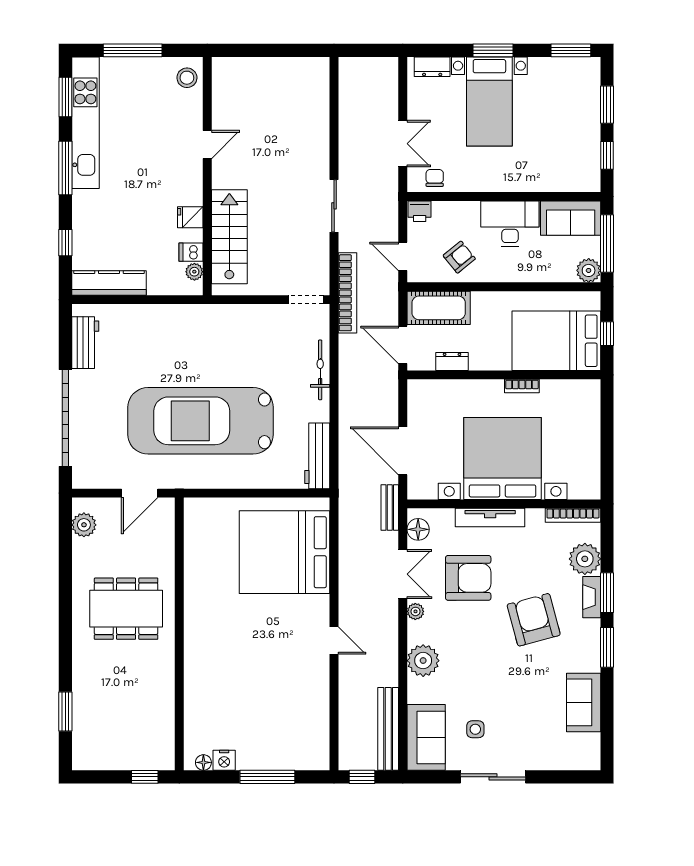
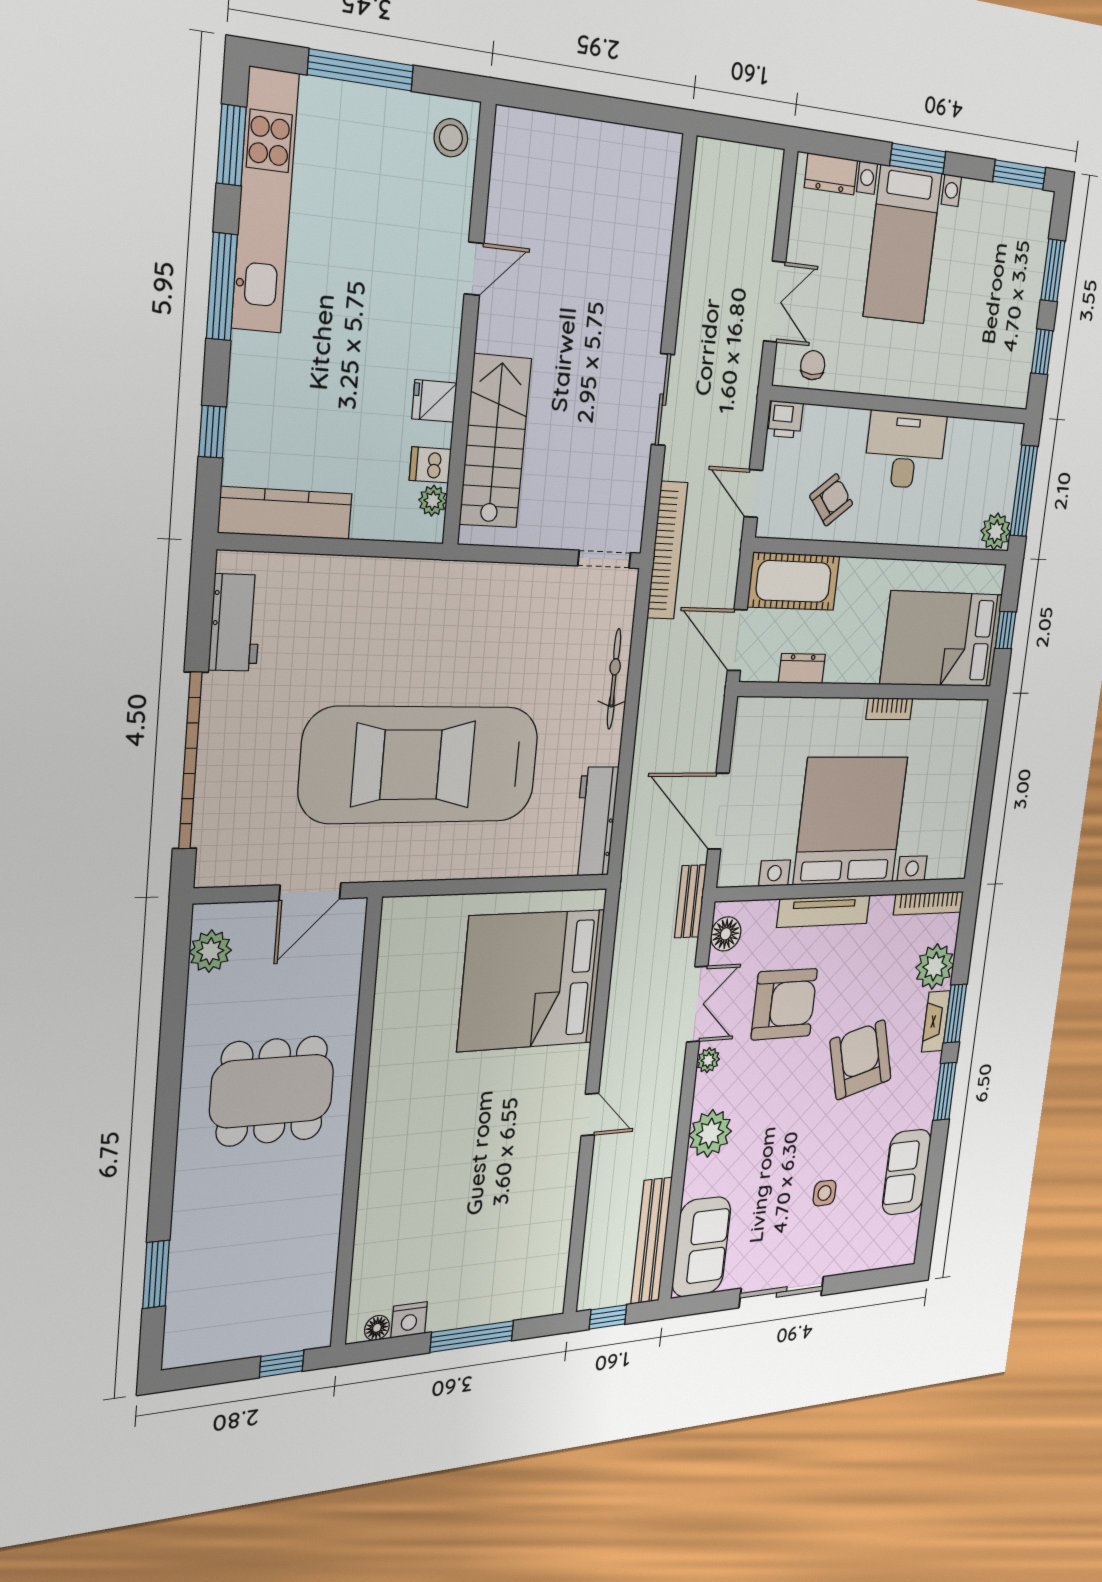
sofa: (571, 218) -> (984, 447), removed
side table: (475, 729) -> (825, 1193), moved

